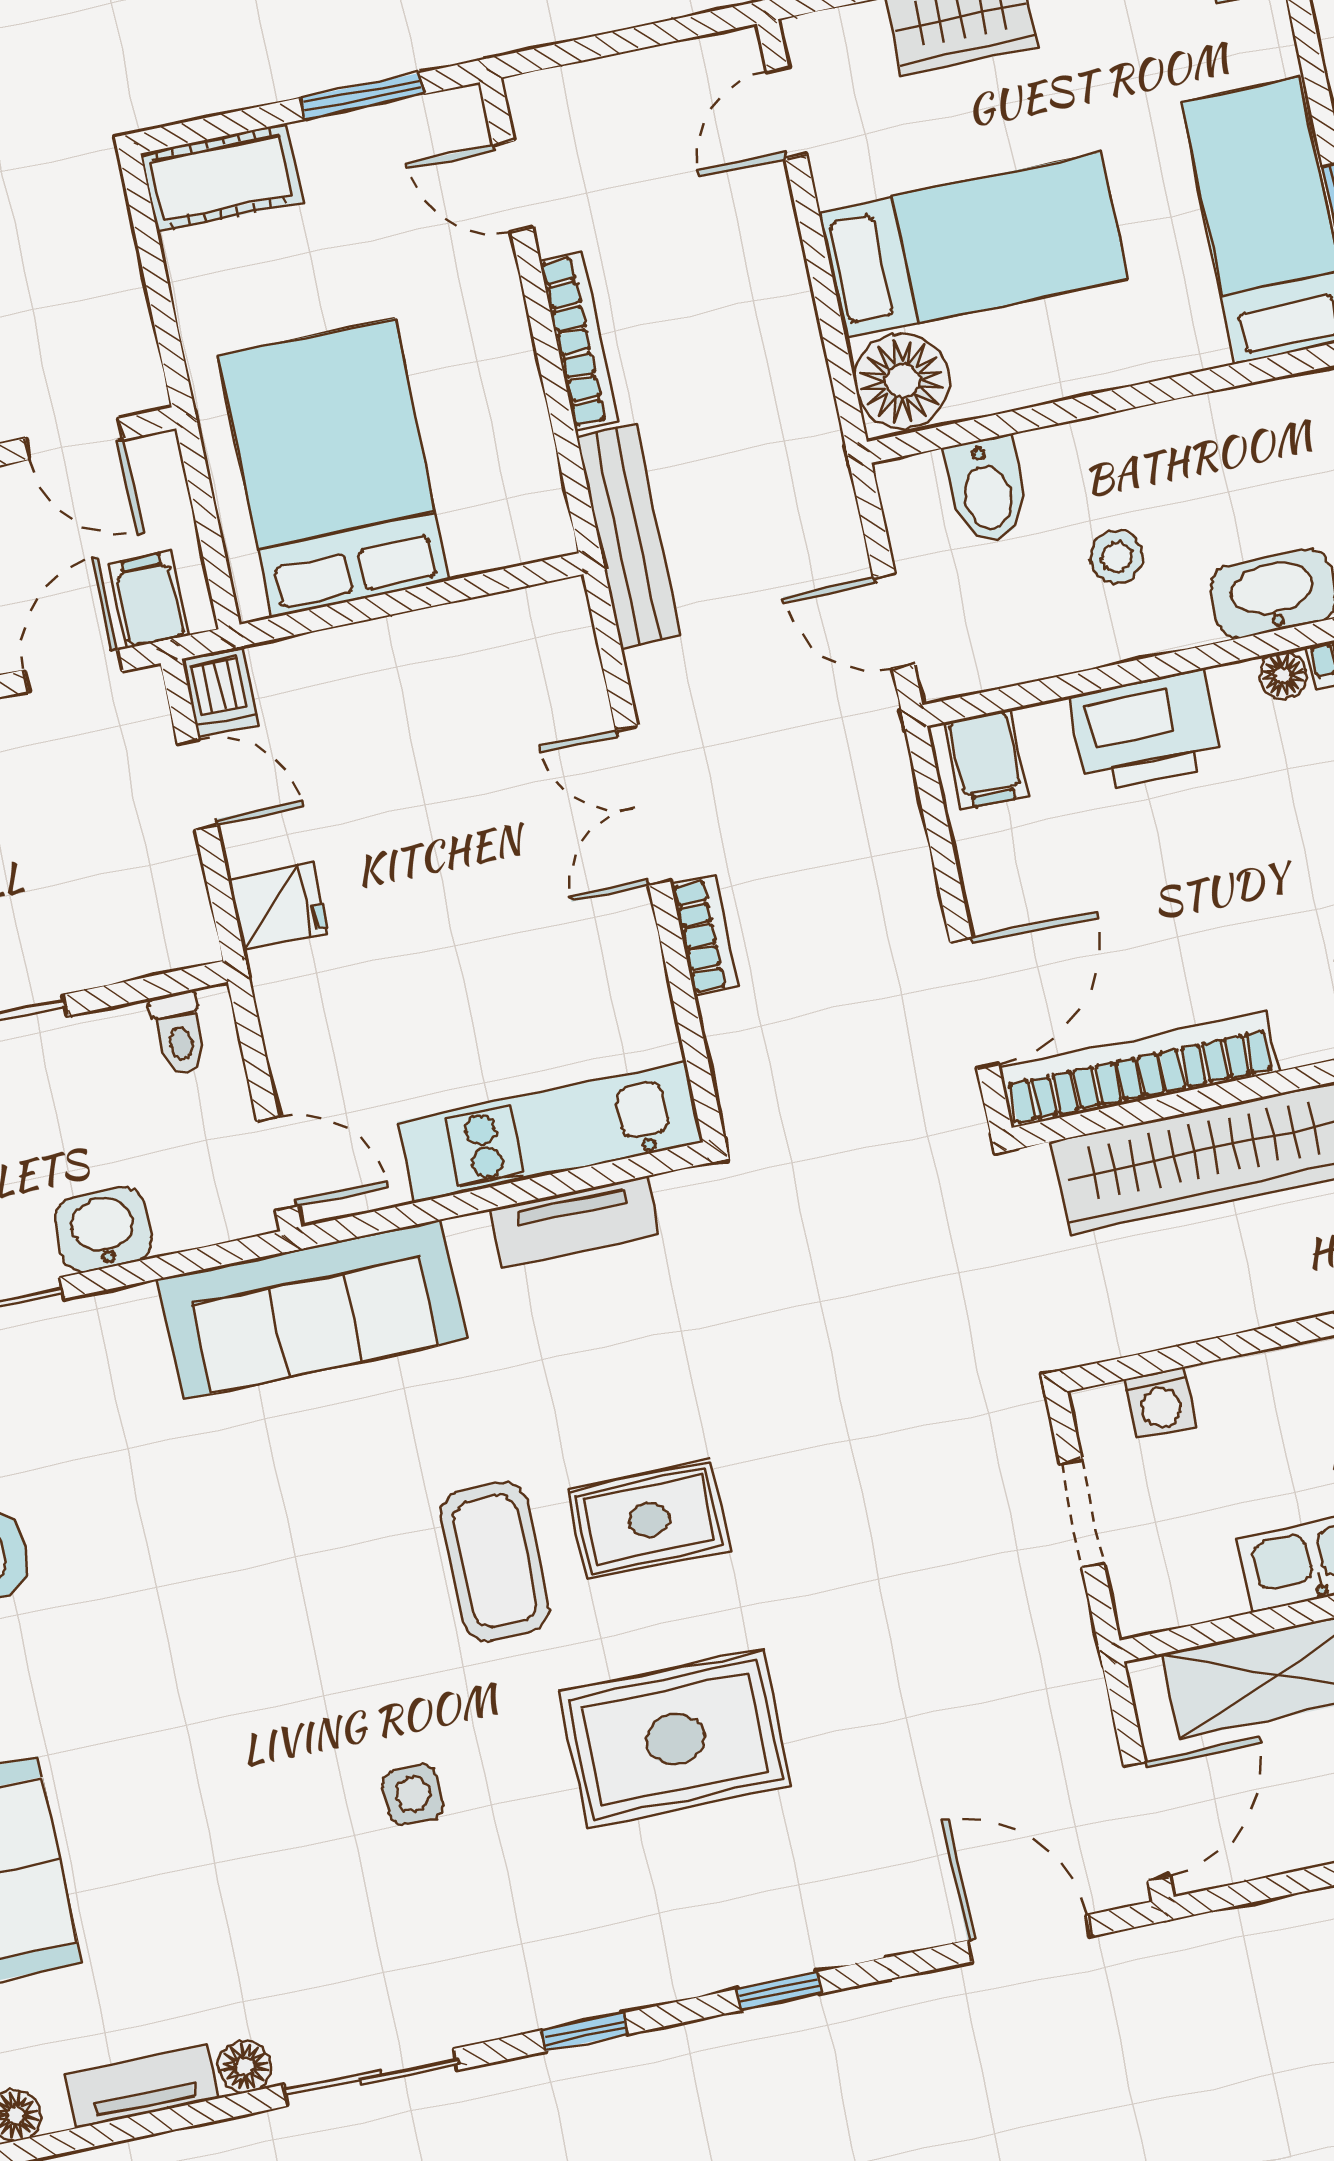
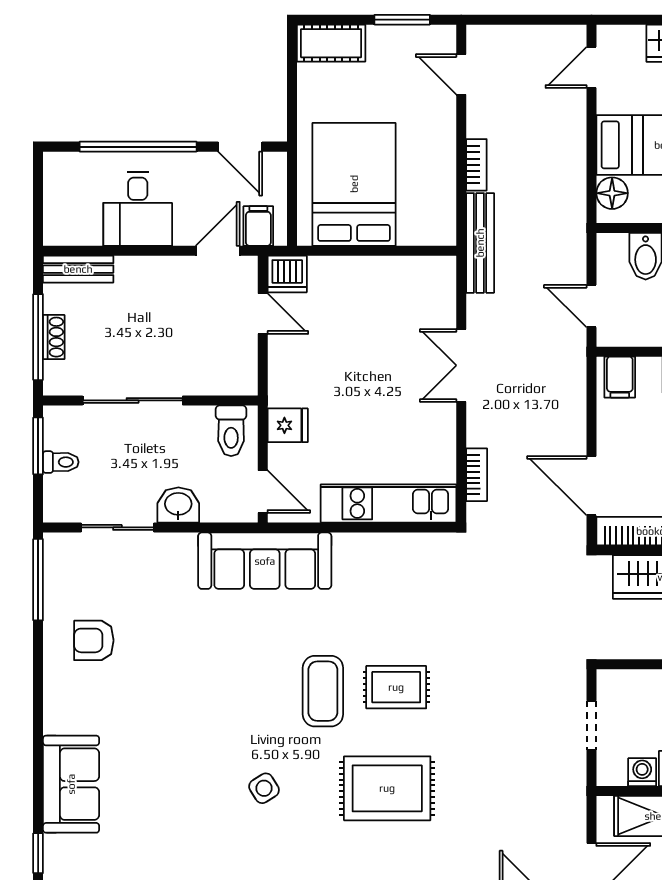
bookcase: (579, 341) -> (476, 165), width x0.64
floor lamp: (902, 381) -> (612, 193), width x0.73, depth x0.73
dishwasher: (220, 691) -> (287, 274), width x1.38
fridge: (278, 906) -> (288, 425), moved
bookcase: (705, 935) -> (477, 475), moved
door: (974, 1003) -> (591, 486), swing flipped
toilet: (179, 1033) -> (231, 431), width x1.37, depth x1.39
tv unit: (575, 1222) -> (391, 546), removed
washing machine: (1160, 1403) -> (642, 772), moved, turned 180
side table: (413, 1794) -> (264, 788), turned -32

